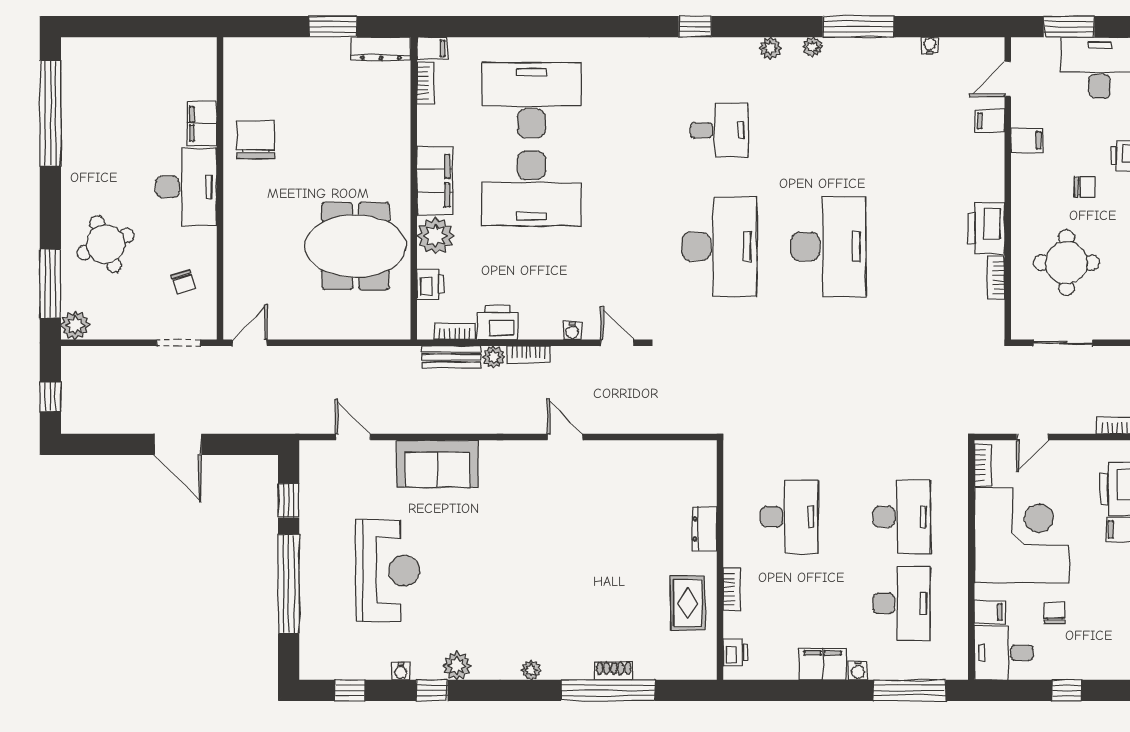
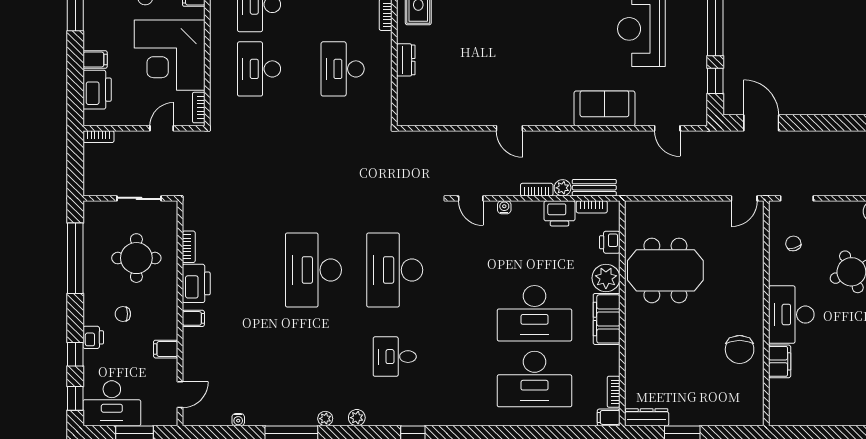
filing cabinet: (990, 121) -> (193, 318), moved
desk: (531, 188) -> (535, 313), turned 180
door: (178, 444) -> (761, 123), moved

